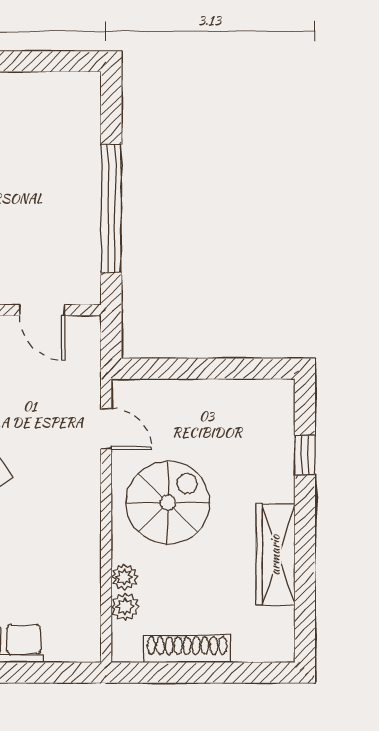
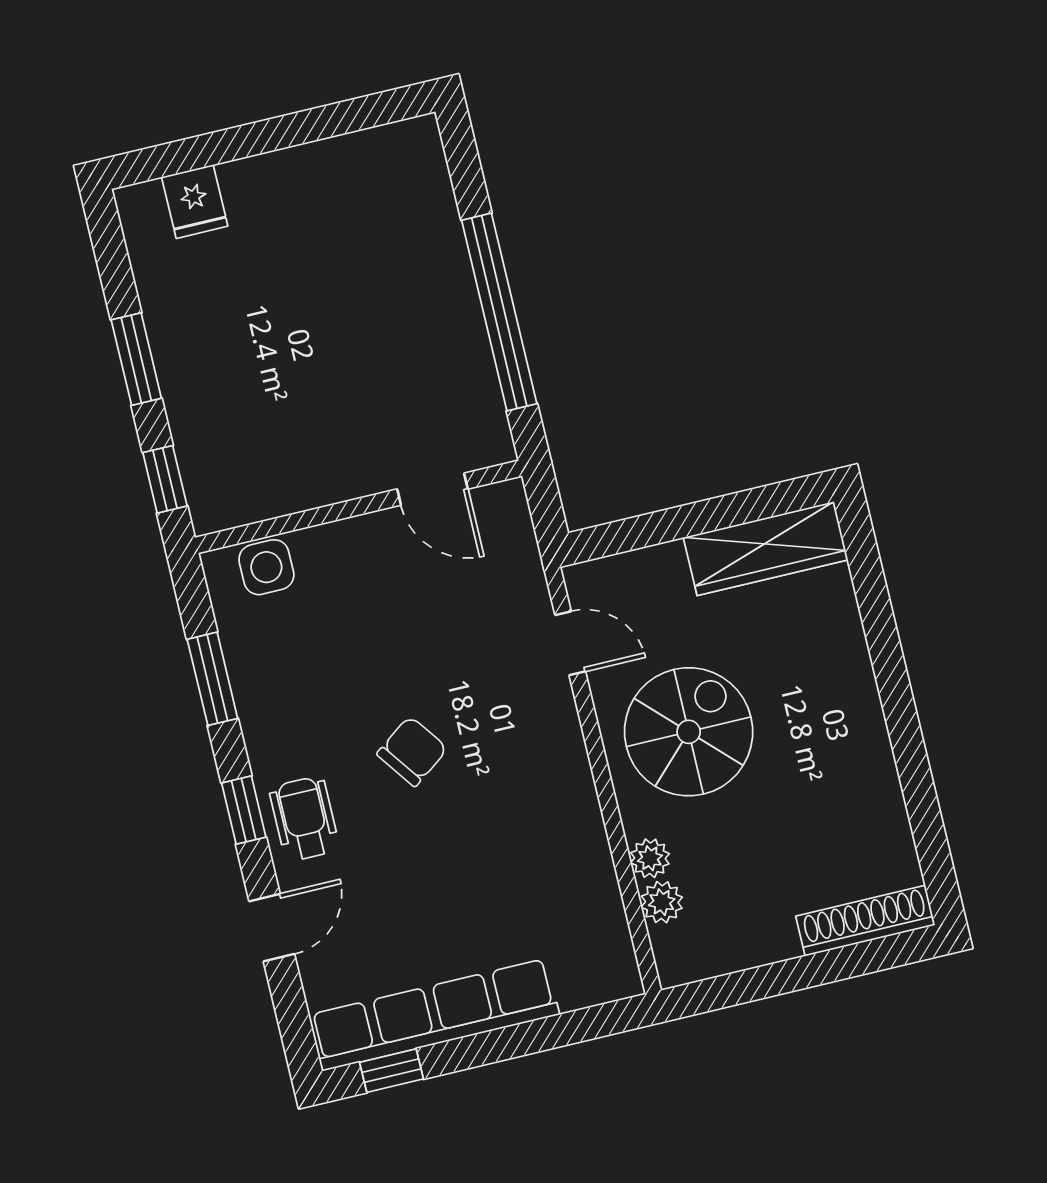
window: (305, 455) -> (876, 612), removed
wardrobe: (275, 555) -> (766, 549), moved, turned -90
shoe rack: (187, 649) -> (865, 921), moved

